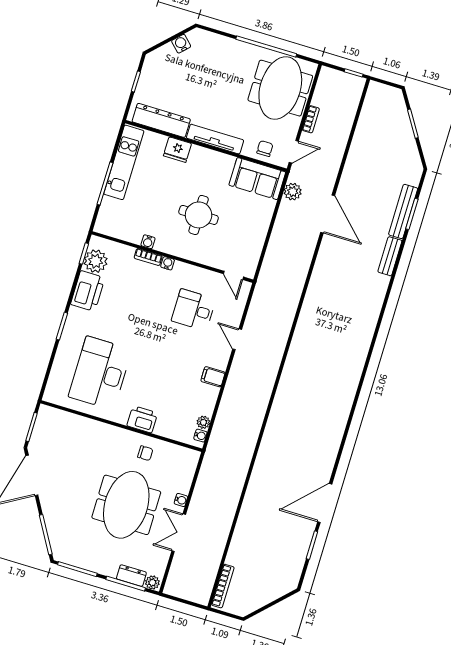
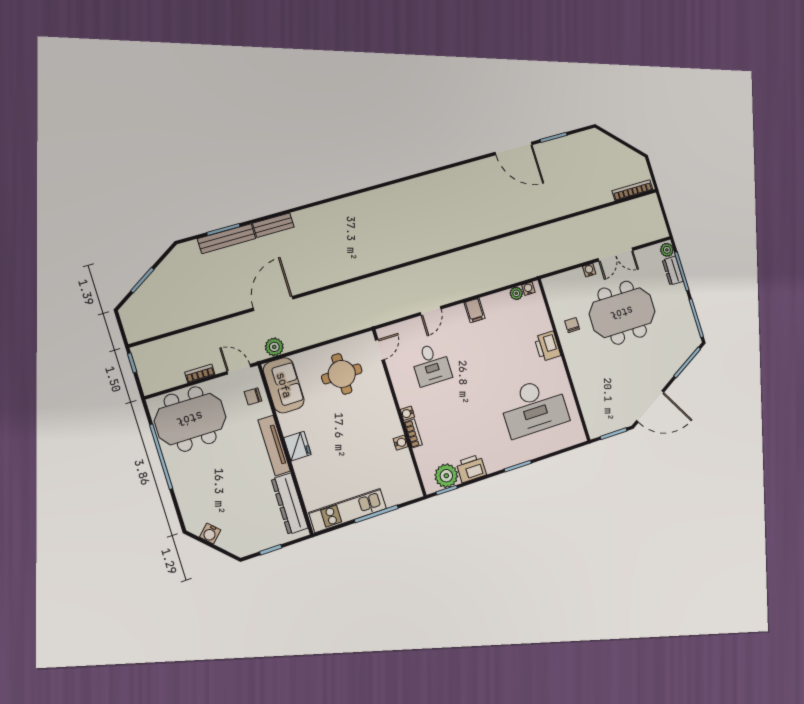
fridge: (177, 150) -> (297, 446), moved
round table: (199, 215) -> (342, 374), moved
printer: (88, 291) -> (471, 468), width x0.73, depth x0.84

